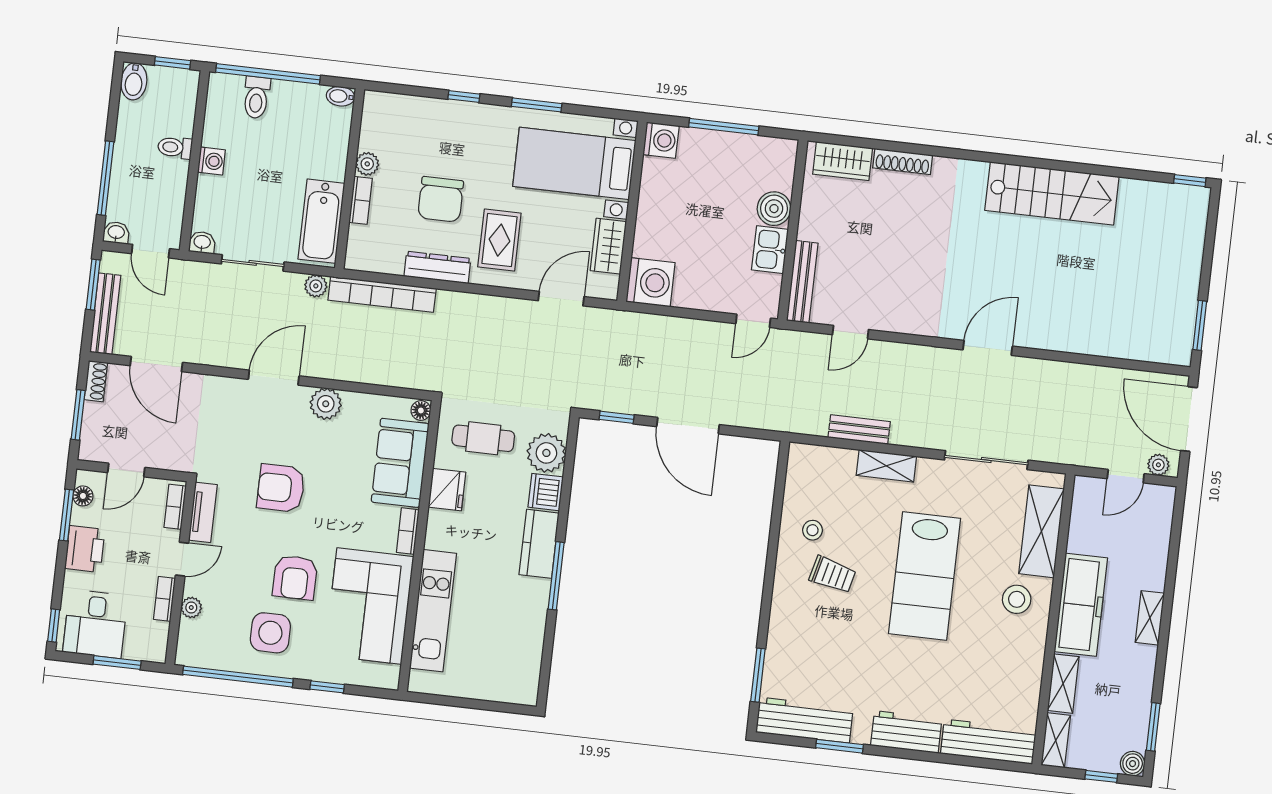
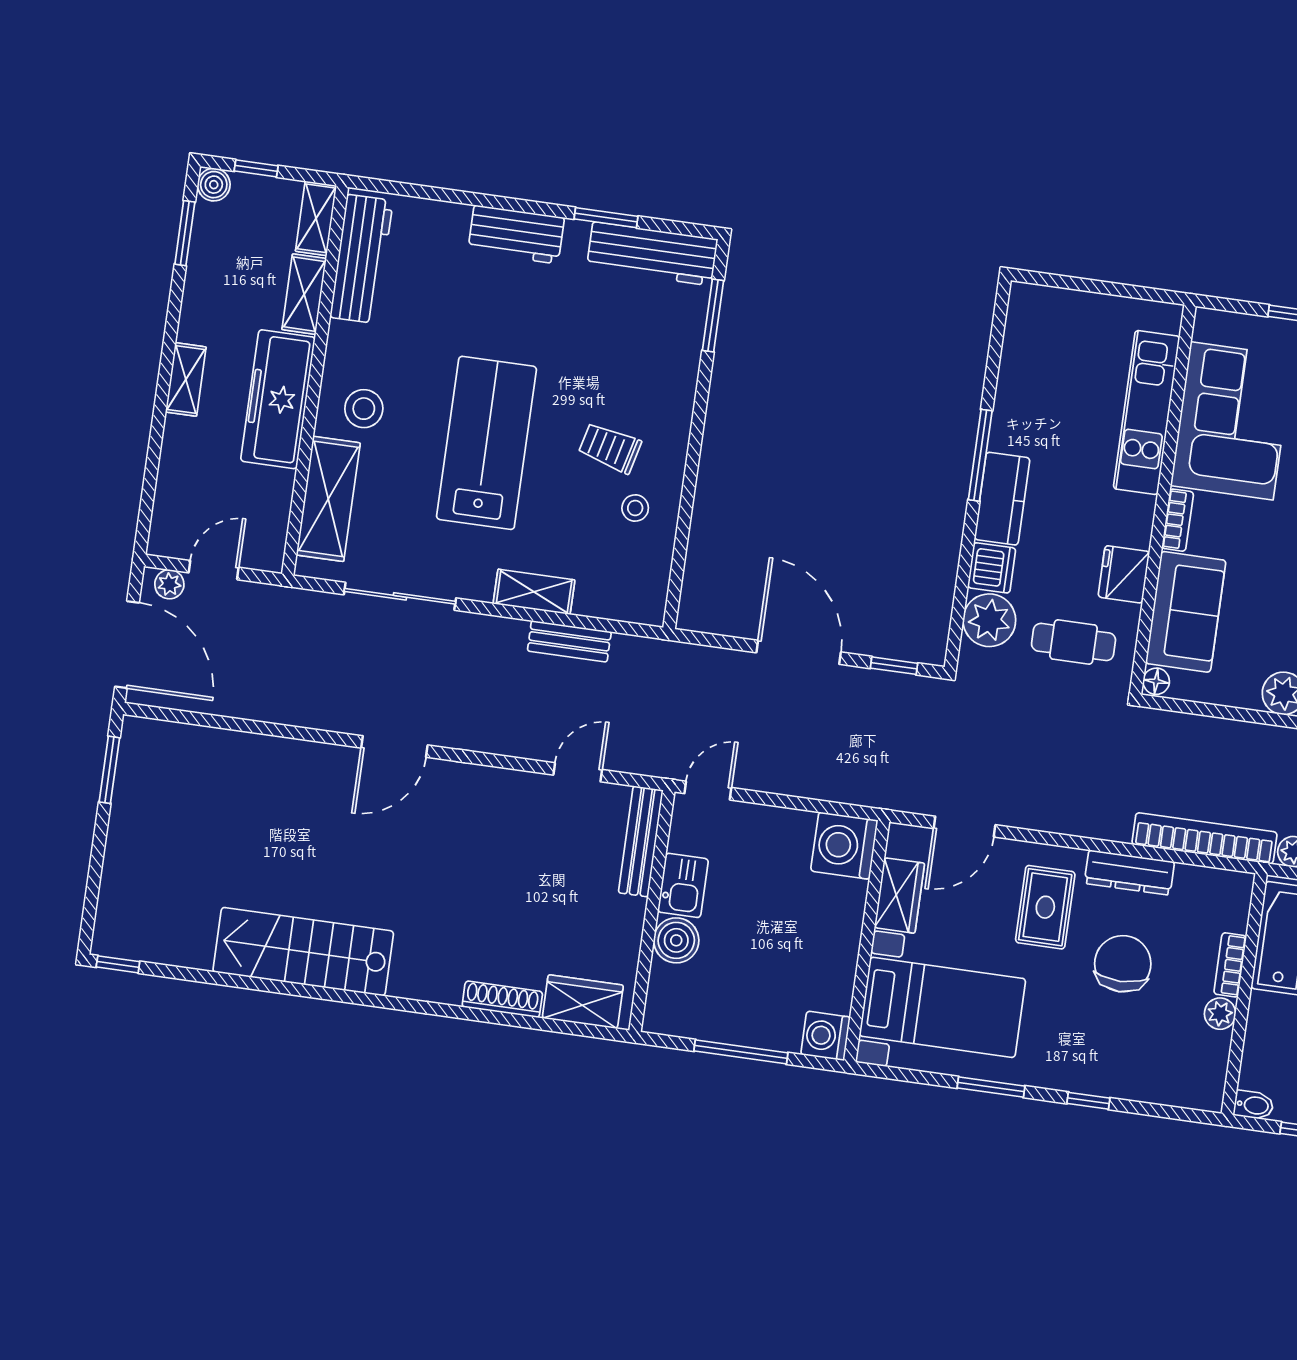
workbench: (988, 742) -> (361, 259), moved, turned -90

